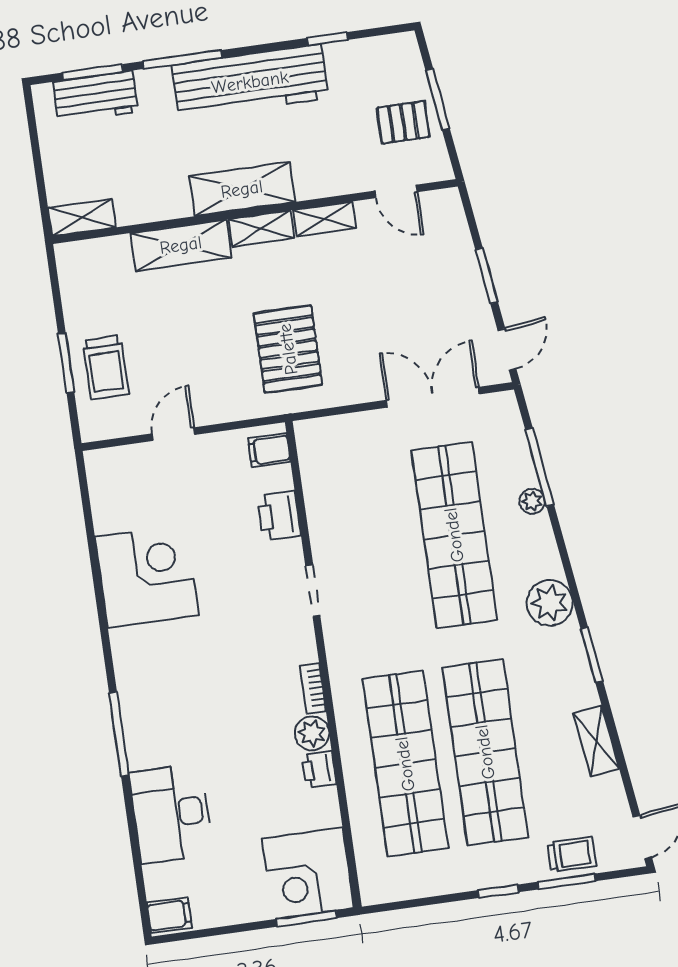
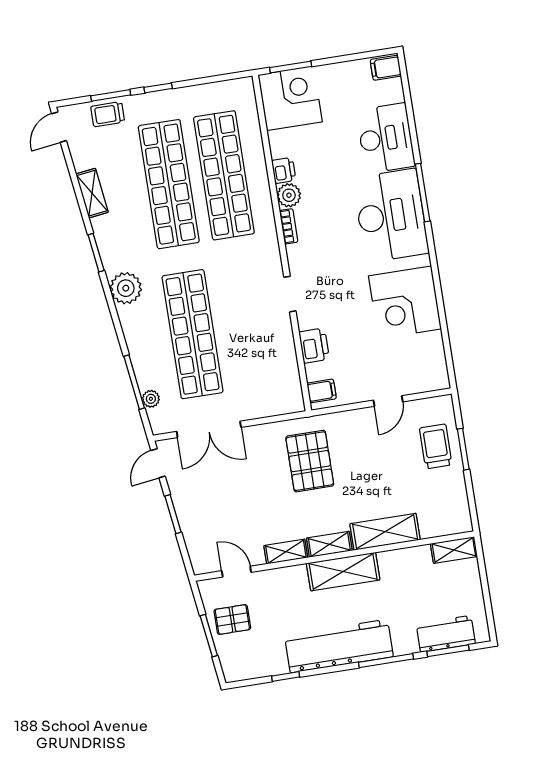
plant: (532, 501) -> (151, 399), moved
desk: (165, 702) -> (391, 216), added

